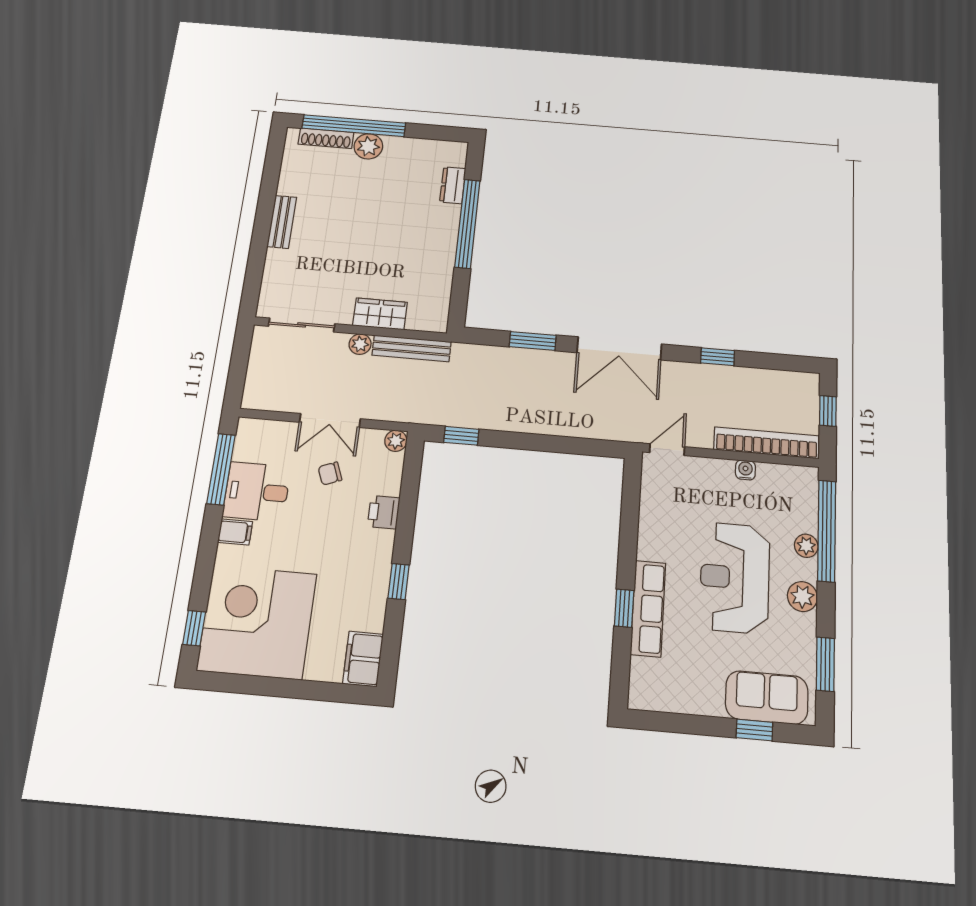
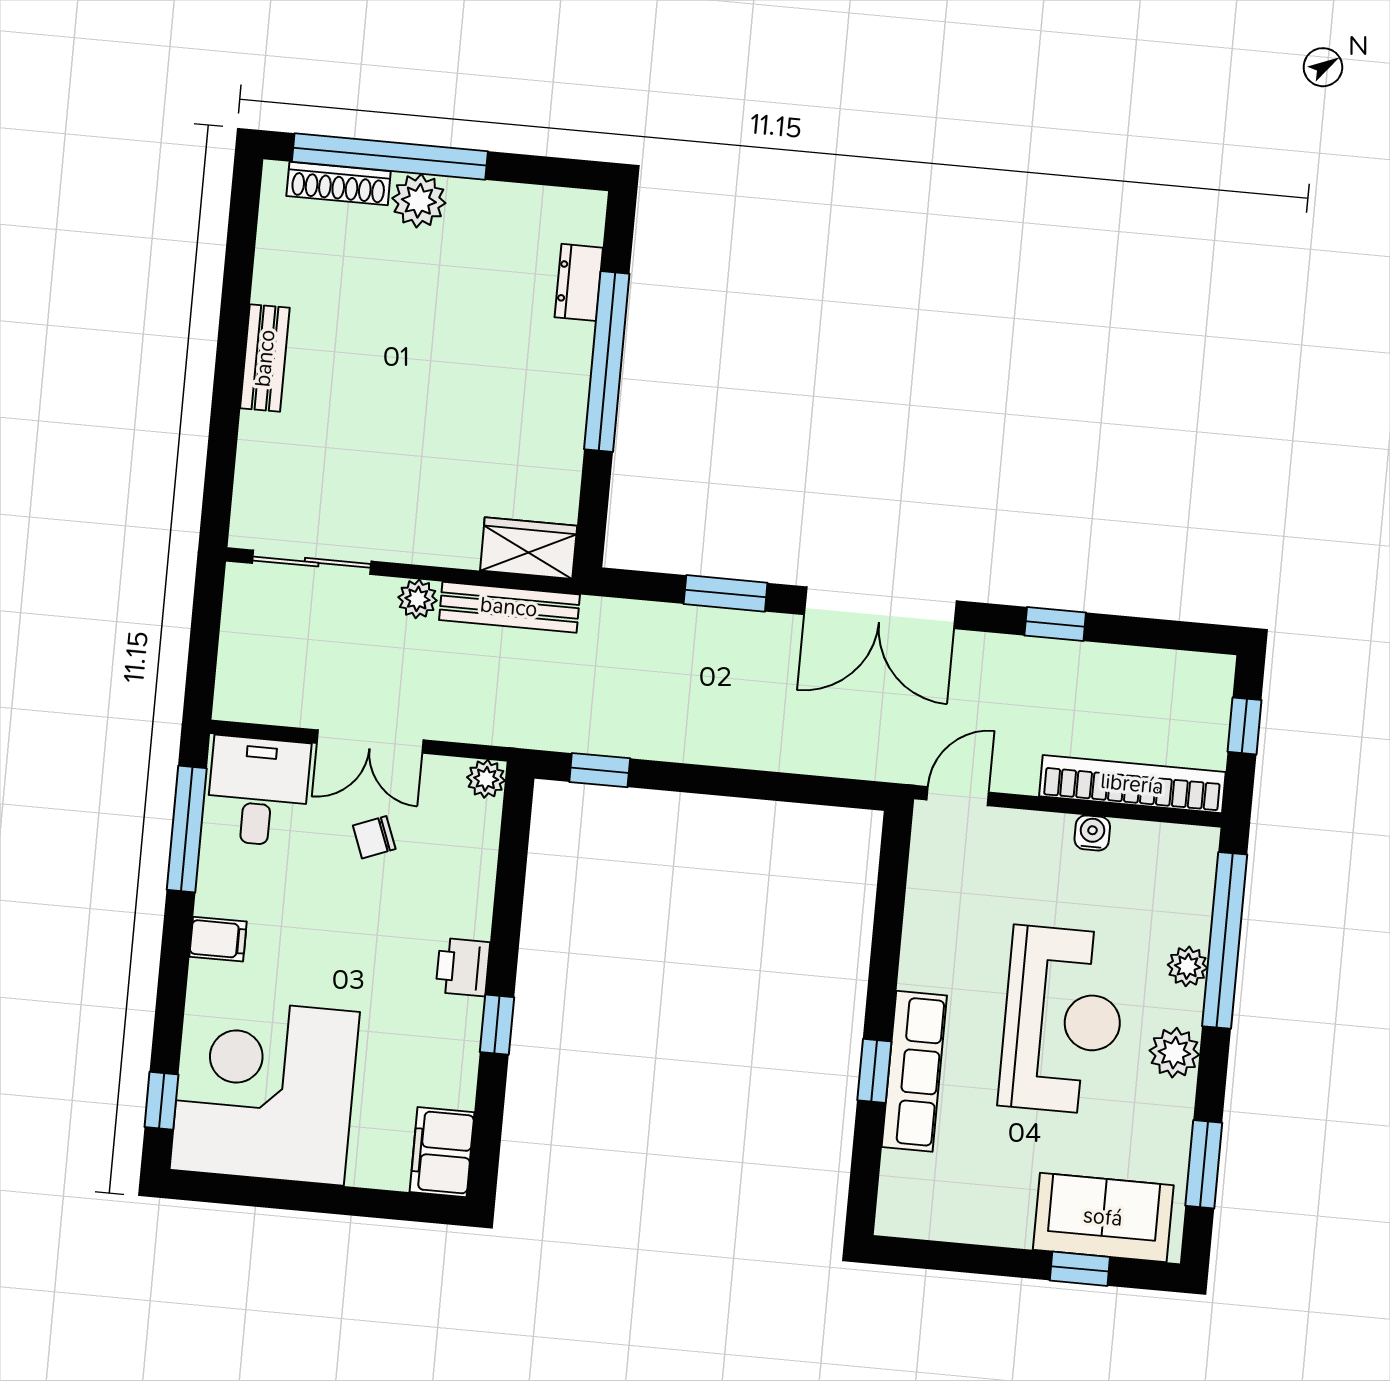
wardrobe: (380, 314) -> (529, 548), moved
desk: (257, 492) -> (258, 791), moved, turned 90
printer: (384, 512) -> (463, 967), moved
reception desk: (735, 578) -> (1063, 1020), turned 180

